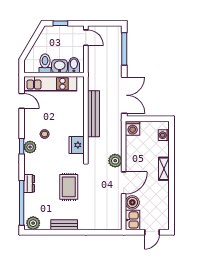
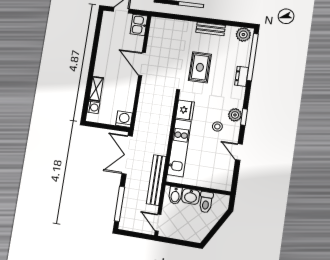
window: (60, 23) -> (183, 243), removed
kitchen unit: (50, 84) -> (179, 148), moved, turned 90
door: (22, 101) -> (239, 152), moved
bench: (93, 114) -> (156, 180), moved
plant: (115, 161) -> (147, 88), removed
shelving: (164, 169) -> (96, 89), moved
door: (124, 183) -> (142, 64), hinge flipped
boiler: (132, 202) -> (136, 43), removed

